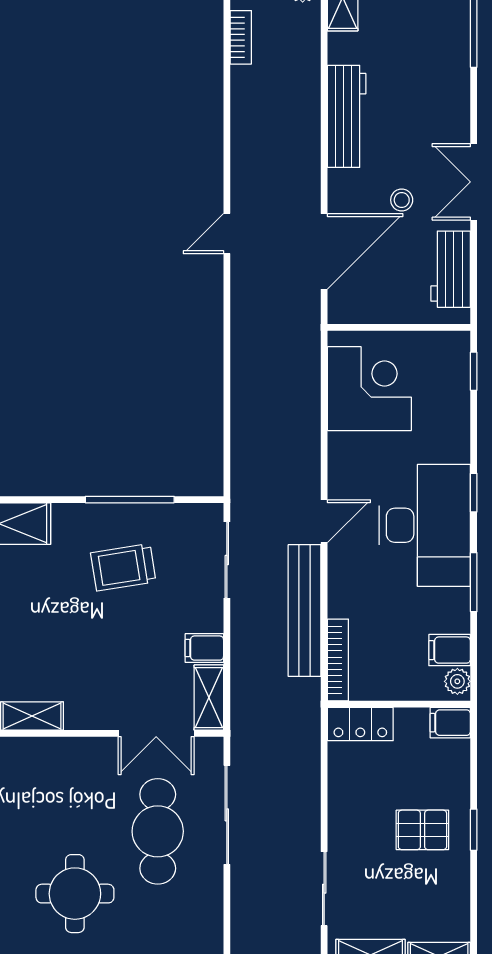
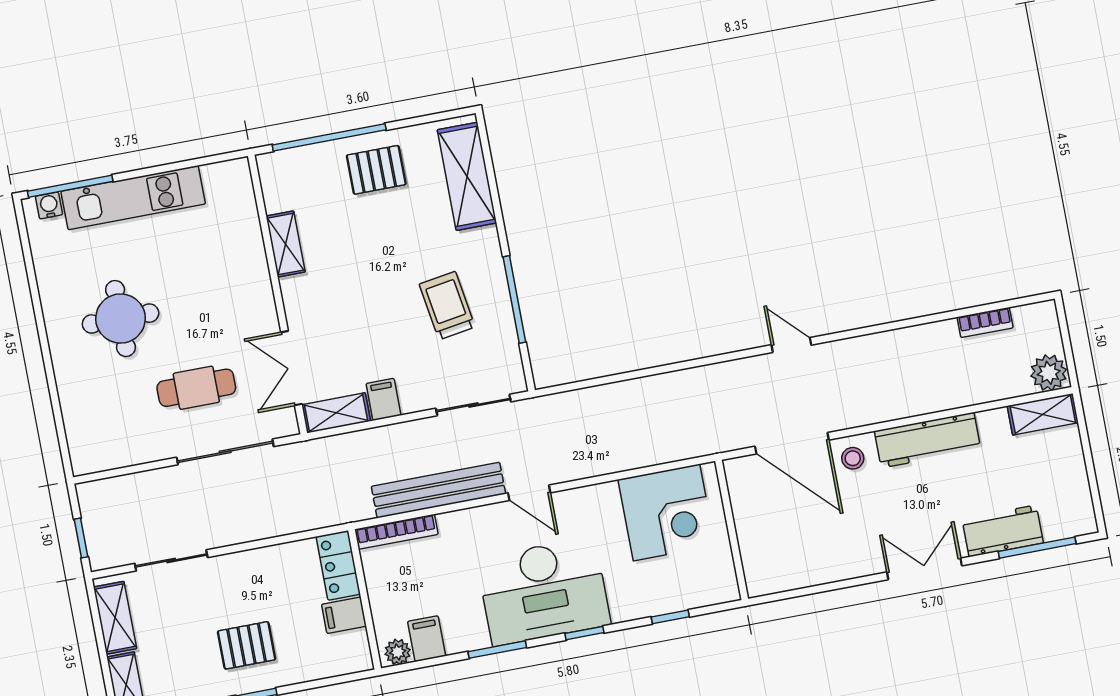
double door: (474, 182) -> (924, 569), moved
stool: (402, 200) -> (853, 458), moved
workbench: (451, 269) -> (1003, 531), moved
window: (474, 371) -> (670, 617), moved
filing cabinet: (450, 723) -> (344, 615), moved, turned -90
pallet: (422, 830) -> (246, 645), turned 90
cafe table: (158, 831) -> (196, 388), width x0.73, depth x0.74

